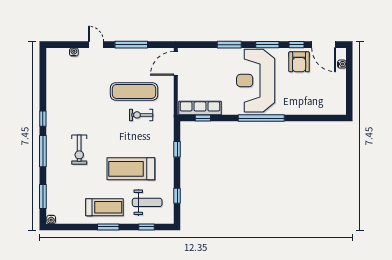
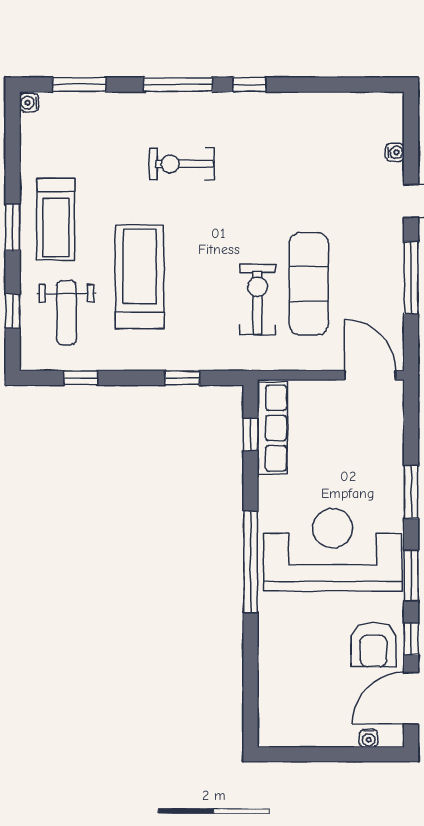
armchair: (299, 62) -> (373, 645), turned -90
exercise bike: (141, 115) -> (257, 299), width x1.38, depth x1.39

